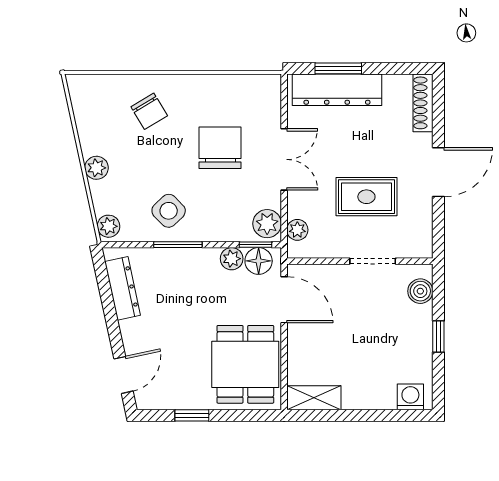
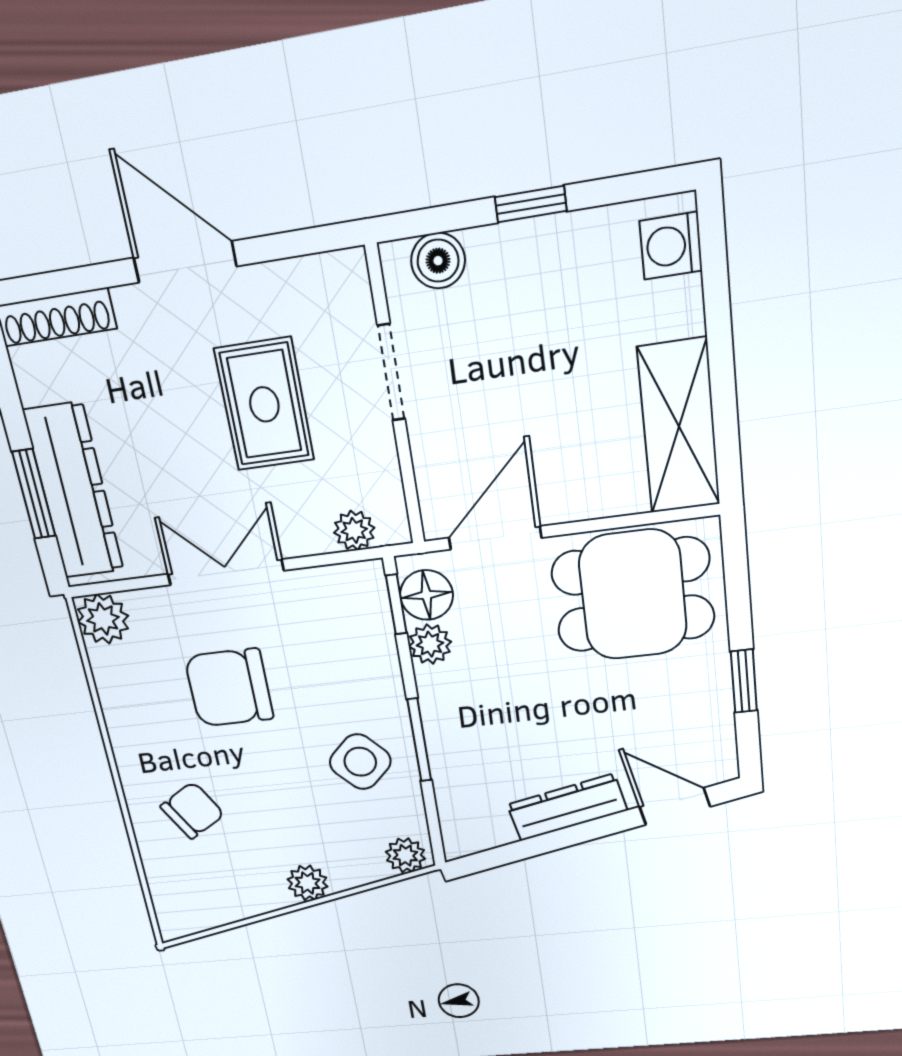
plant: (267, 224) -> (103, 619), moved
dresser: (123, 288) -> (567, 807), moved
shelving: (314, 398) -> (679, 427), width x1.50, depth x1.33

